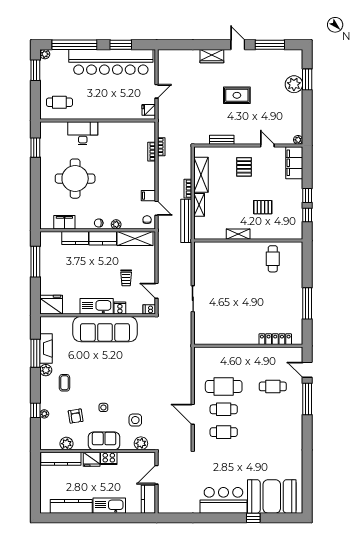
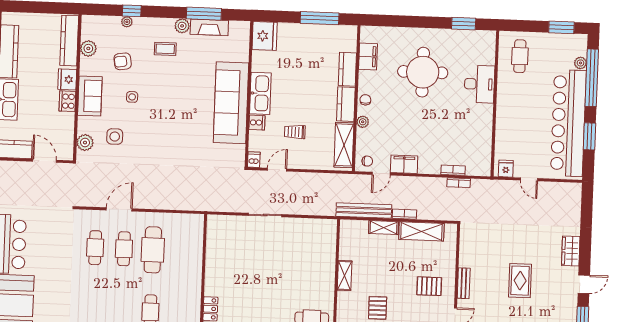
plant: (45, 54) -> (580, 63), moved
bench: (222, 140) -> (464, 283), moved
filing cabinet: (148, 196) -> (404, 164), width x2.00

